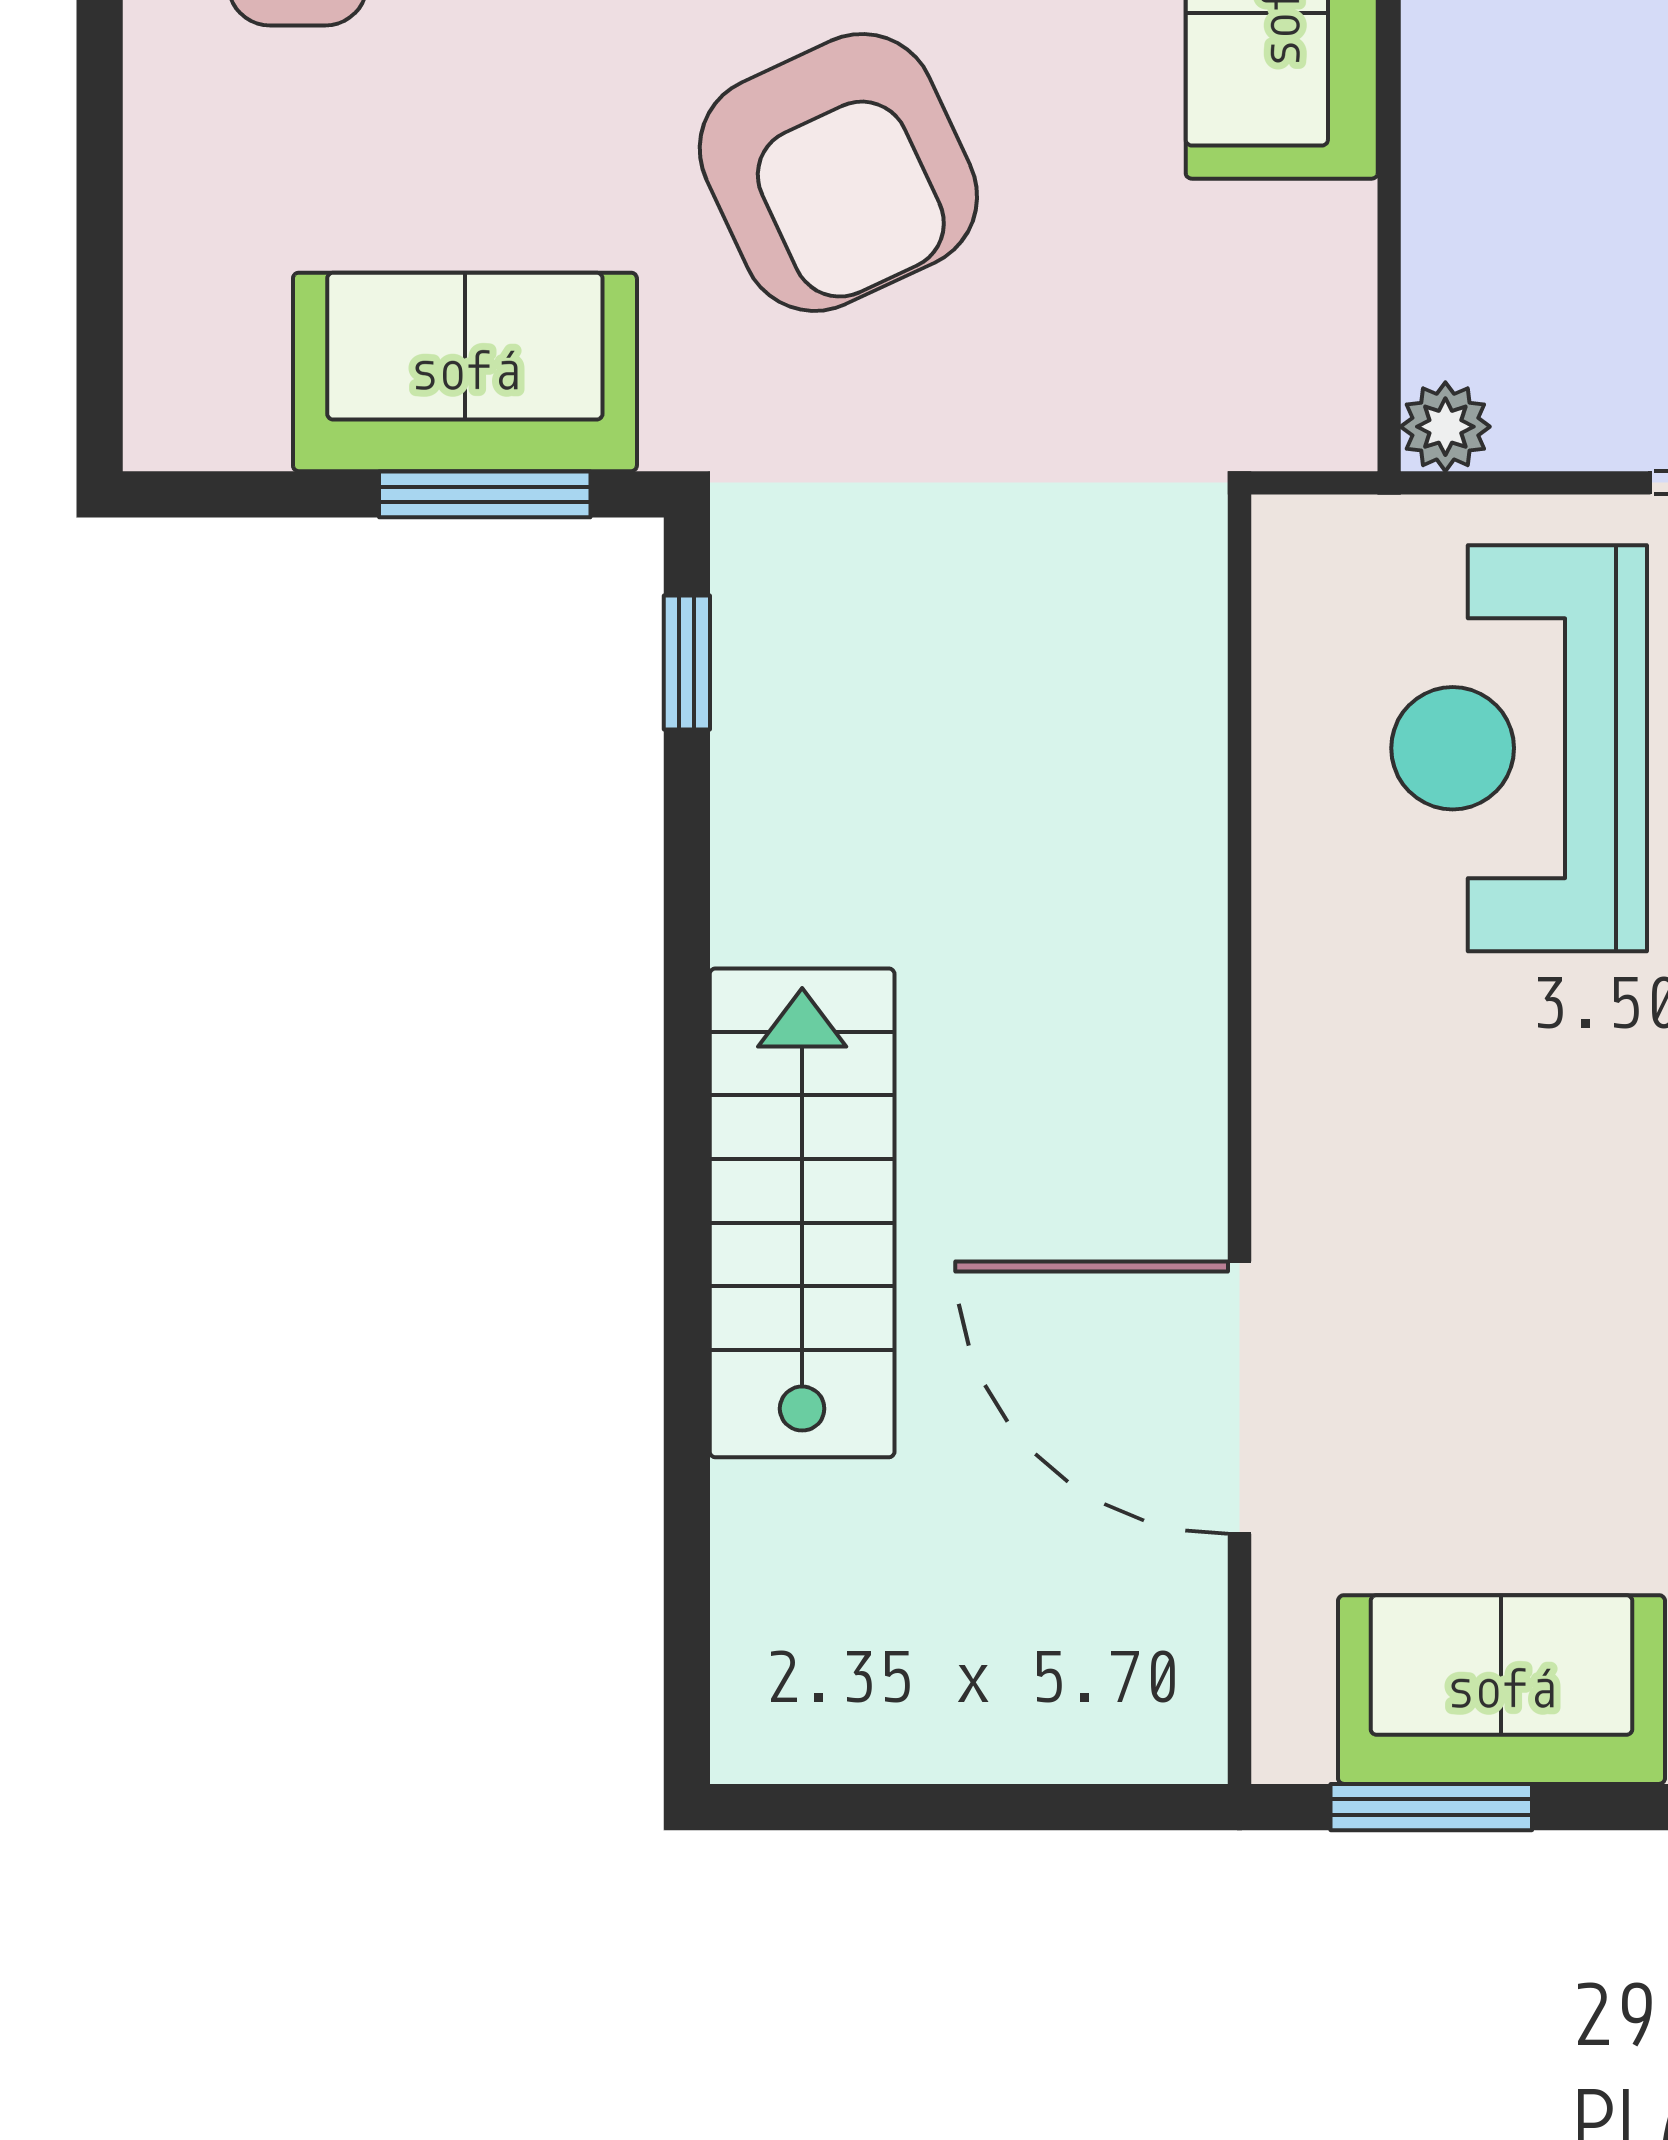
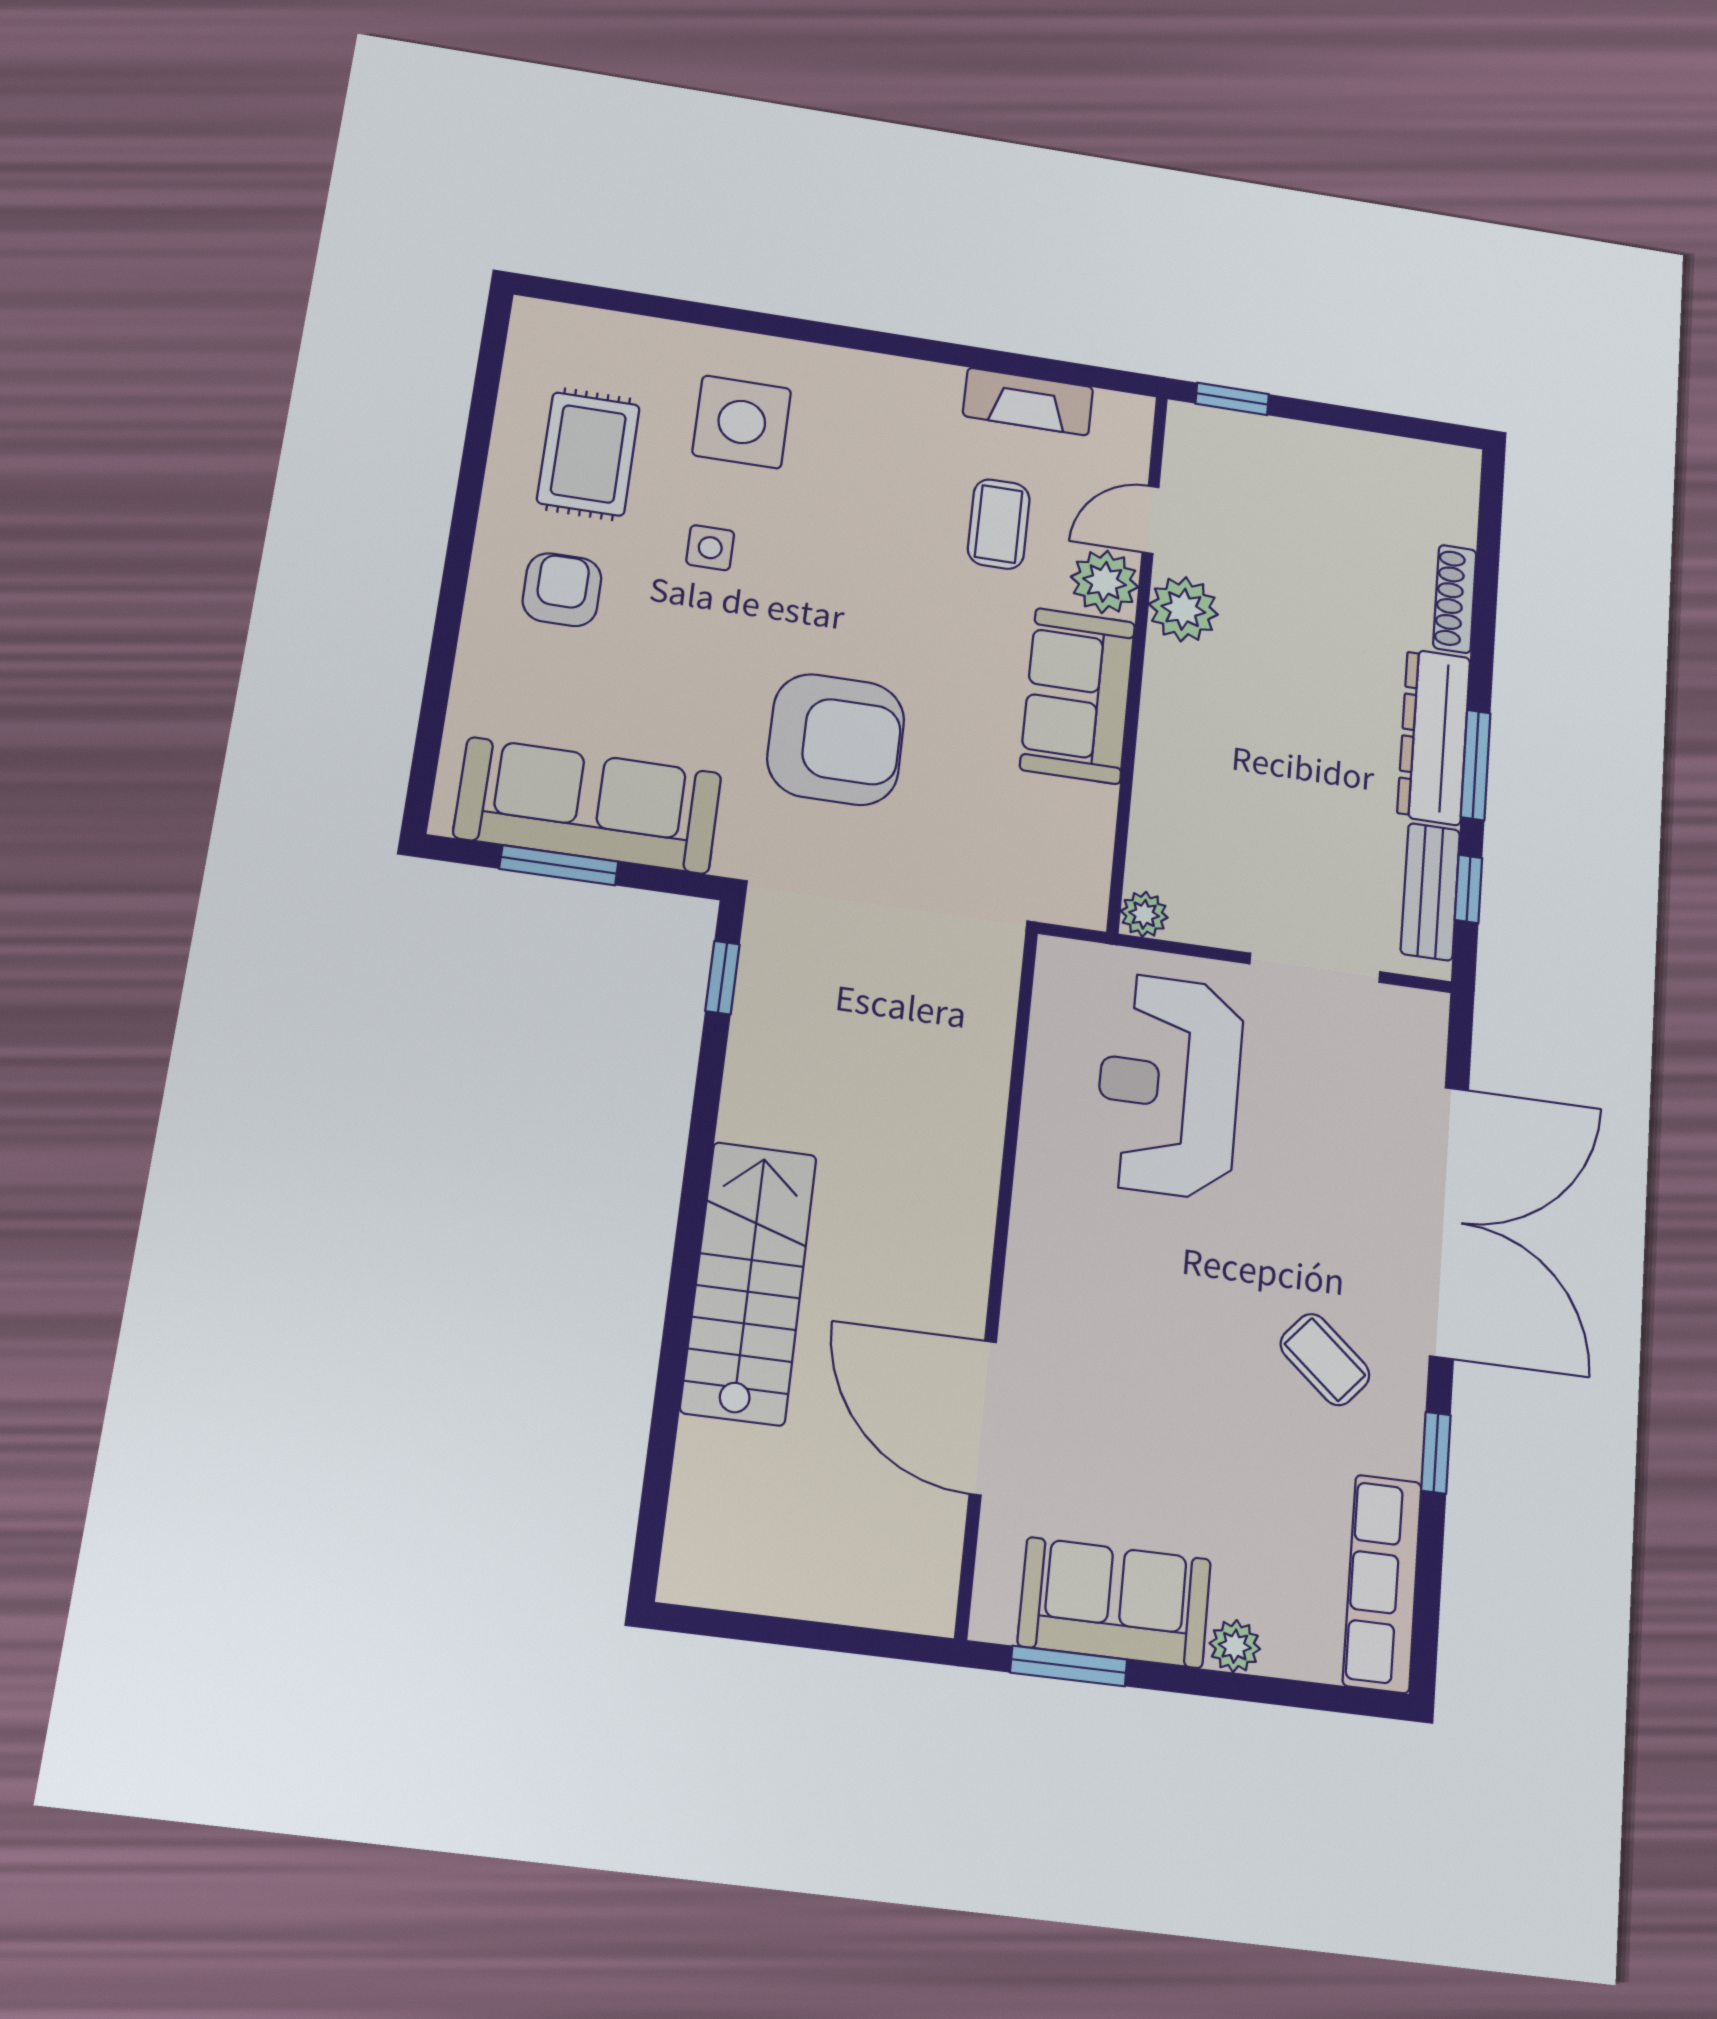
armchair: (838, 172) -> (836, 739), turned -65
sofa: (465, 372) -> (588, 805), width x1.36
window: (485, 494) -> (559, 865), moved

